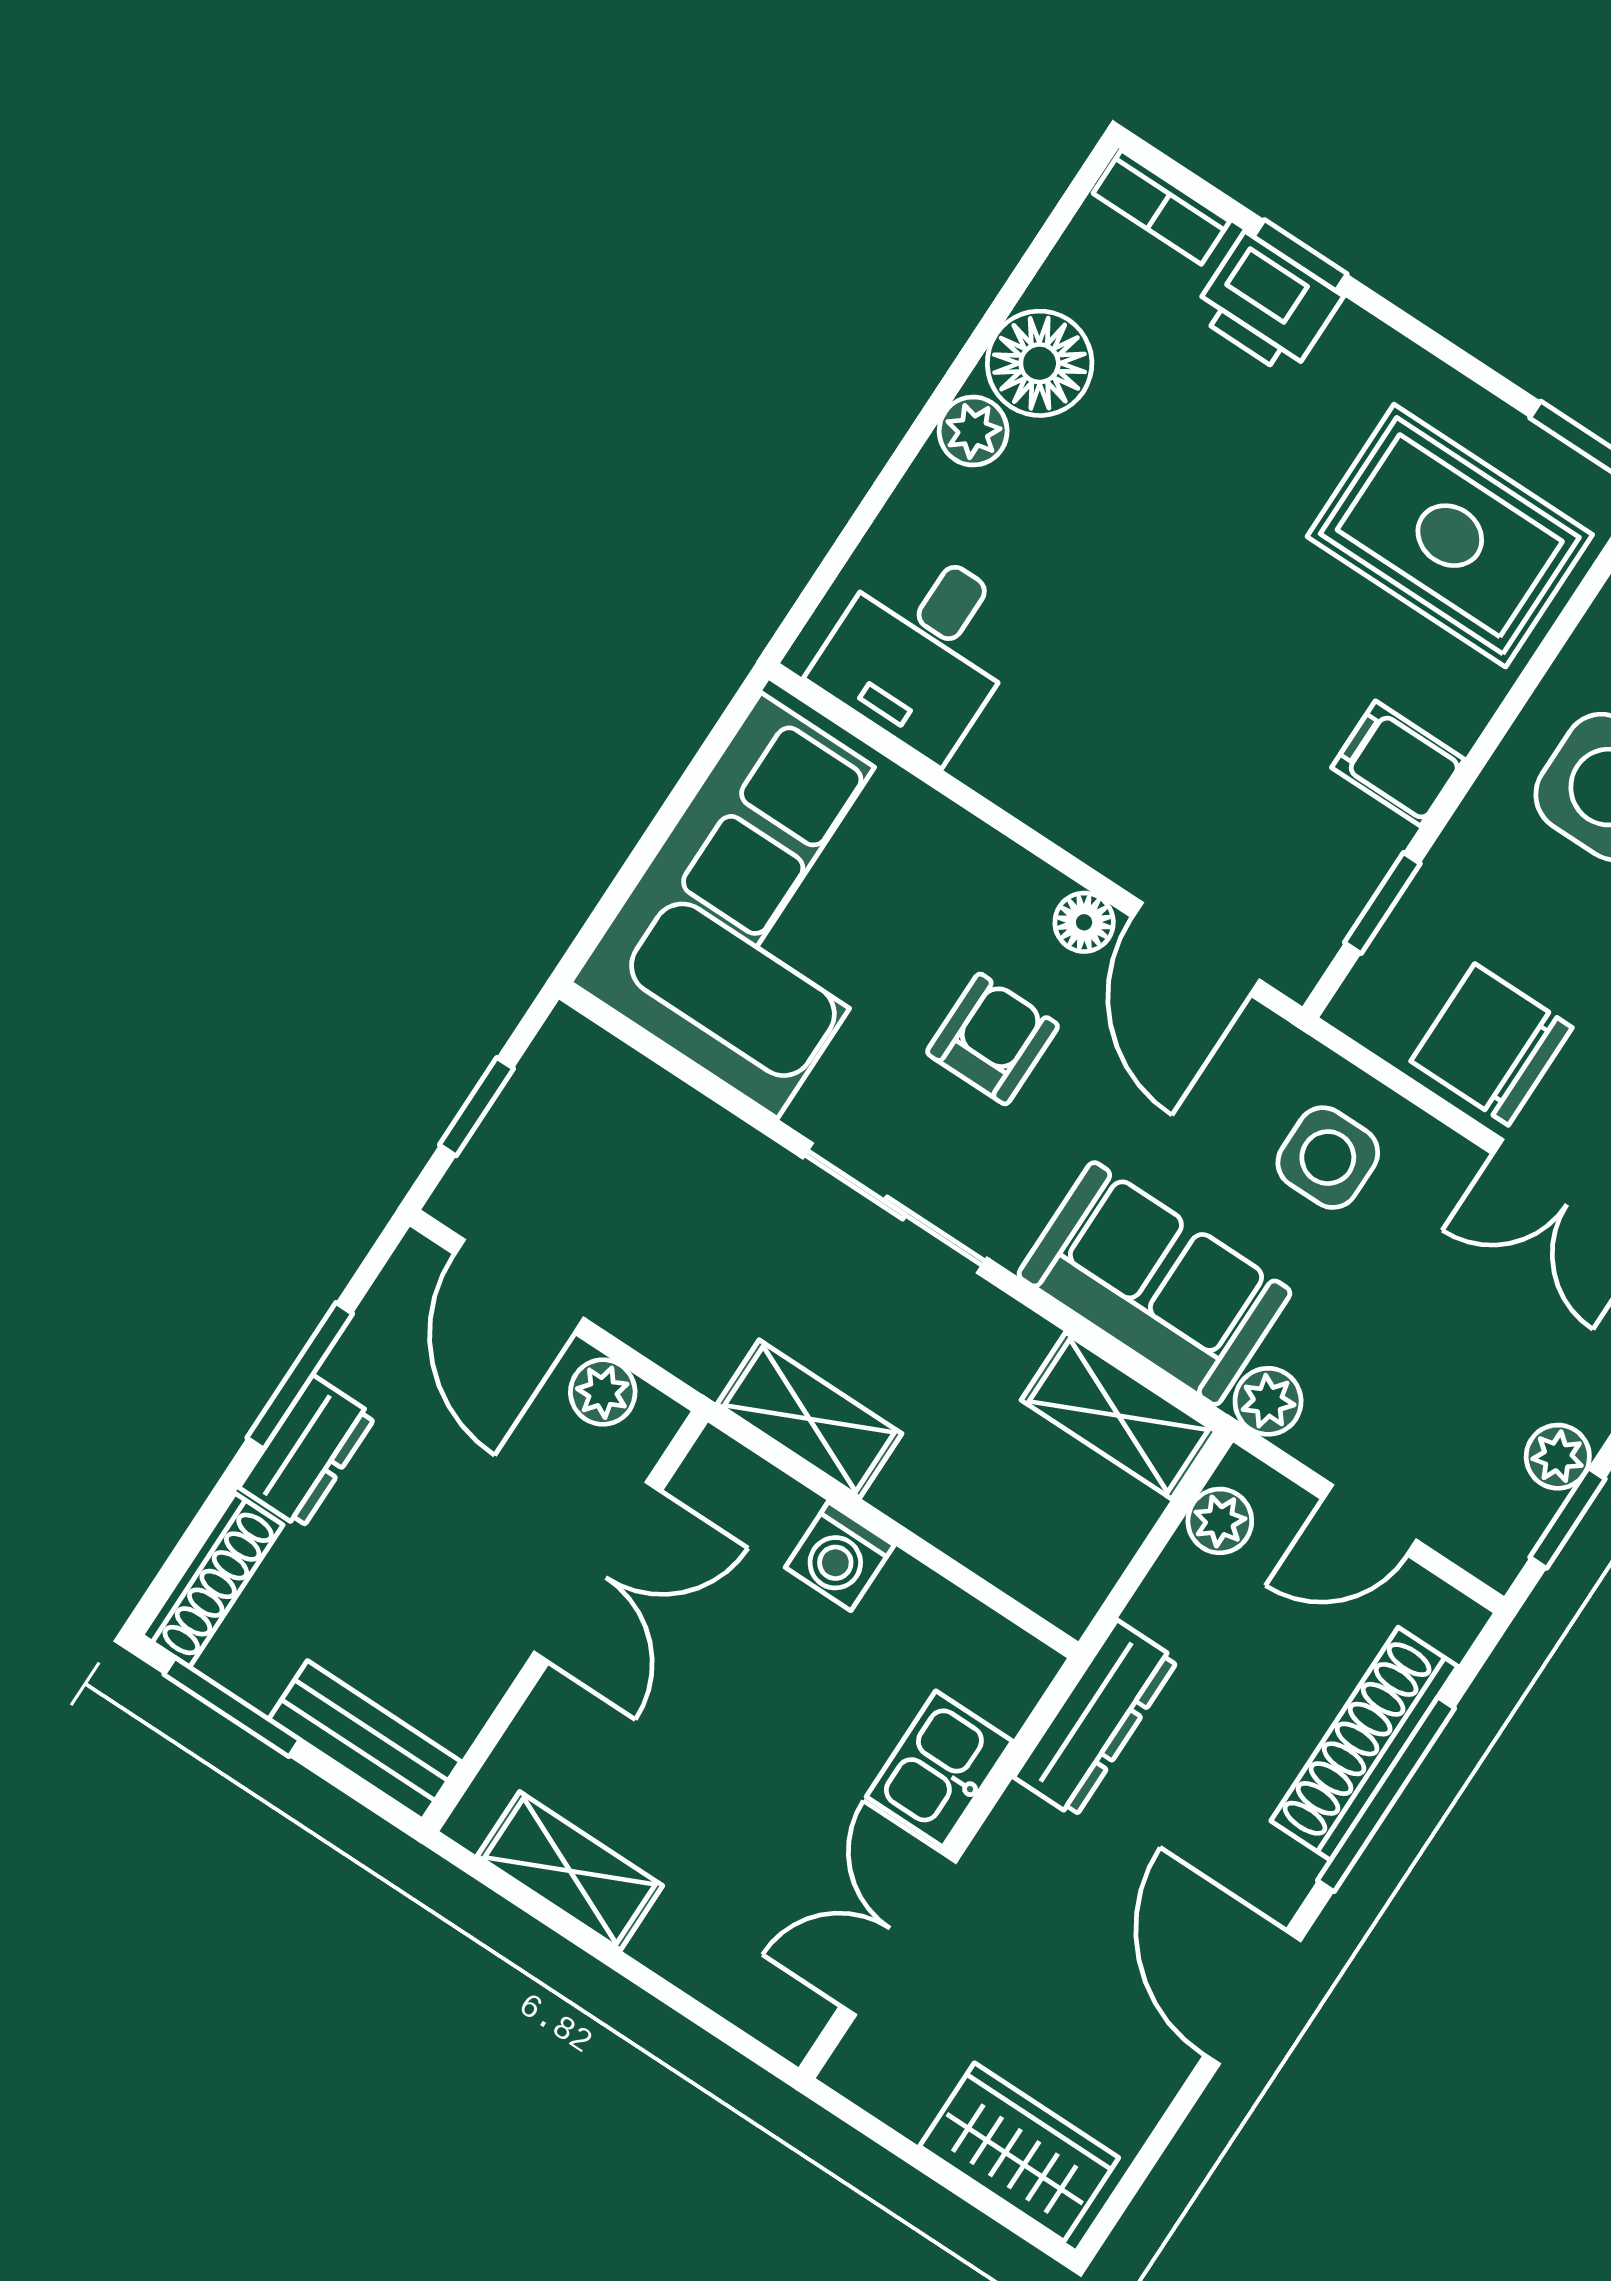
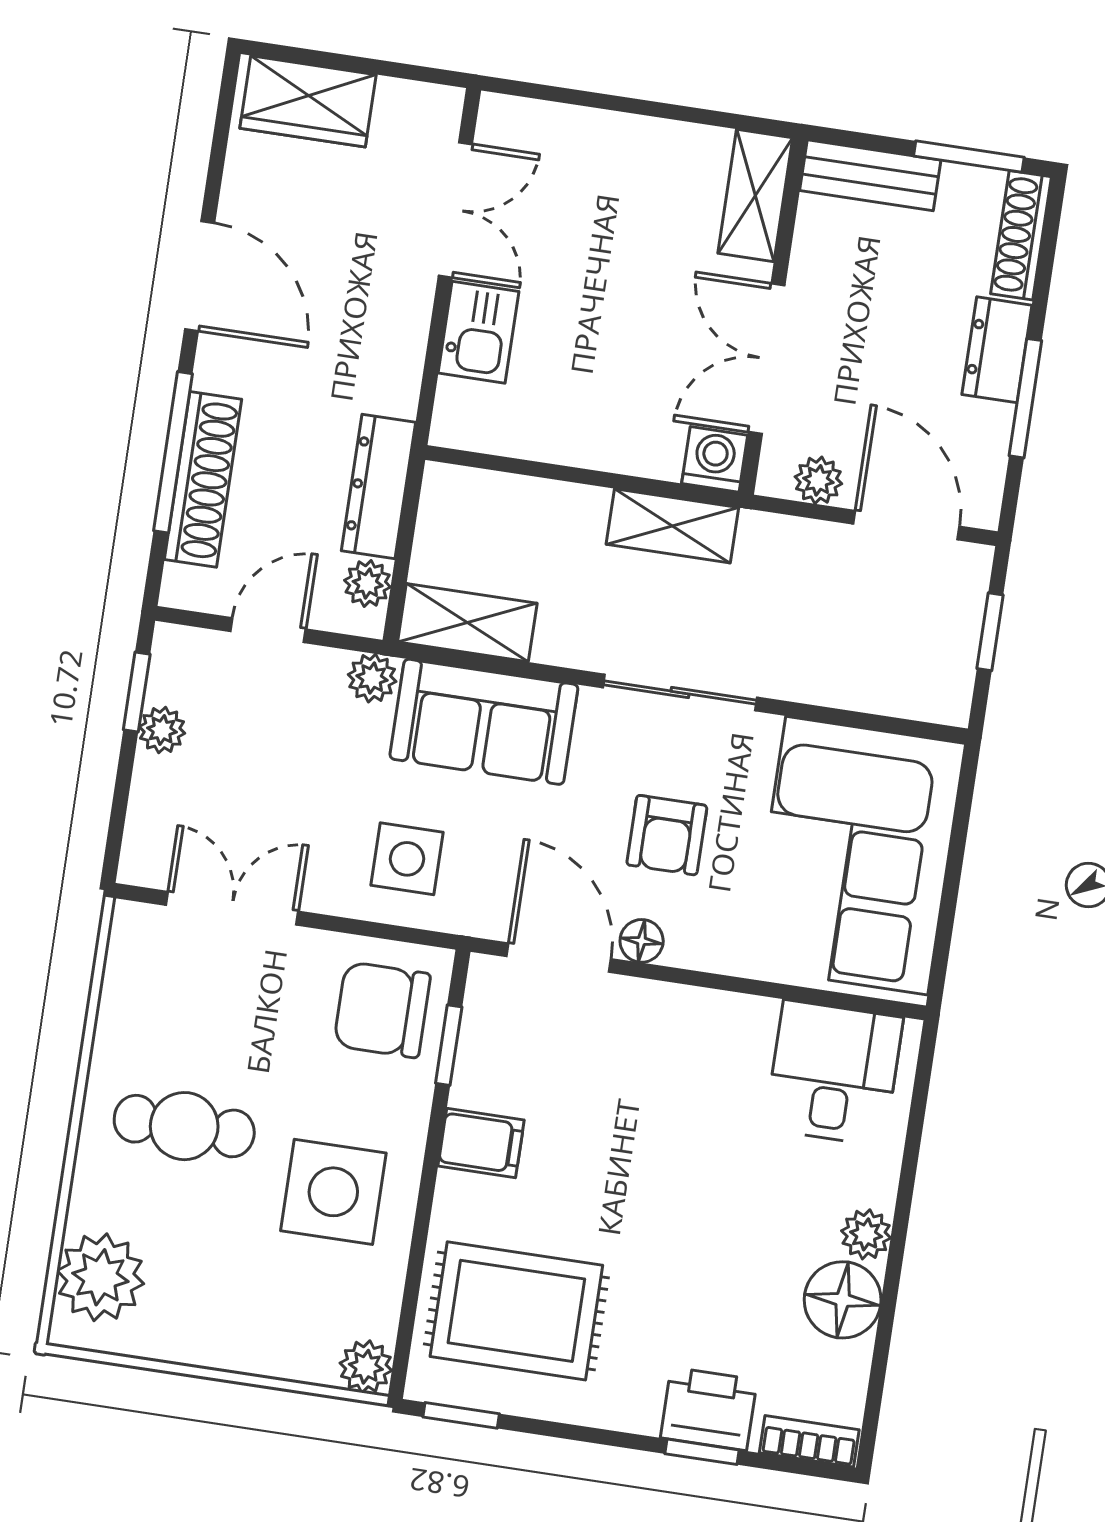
chair: (1491, 1044) -> (382, 1010), moved, turned 180
washing machine: (840, 1556) -> (715, 459), moved
dresser: (1096, 1719) -> (379, 487), moved
shelving: (570, 1871) -> (755, 195), moved, turned 90

